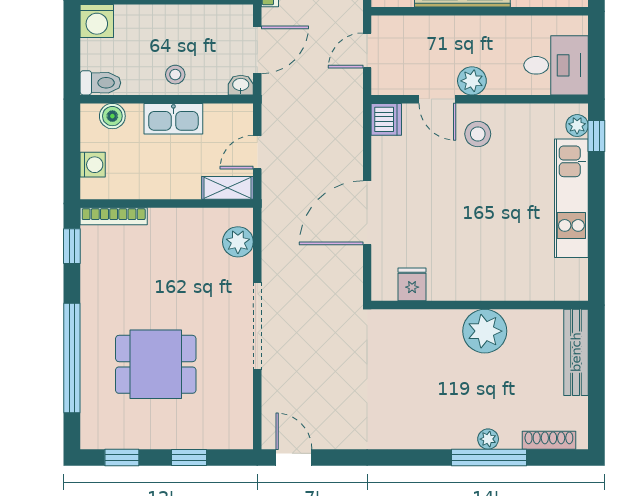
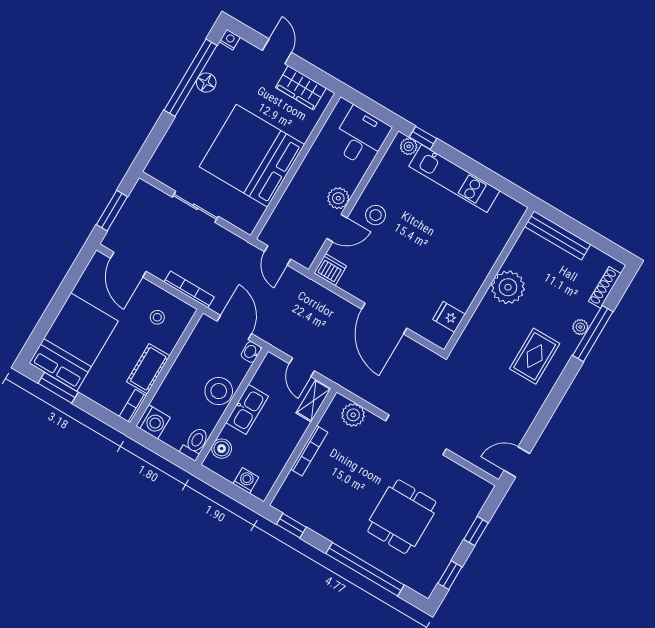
stool: (175, 75) -> (219, 391), width x1.89, depth x1.89
bookcase: (114, 216) -> (309, 451), moved
rug: (425, 407) -> (535, 356), added

